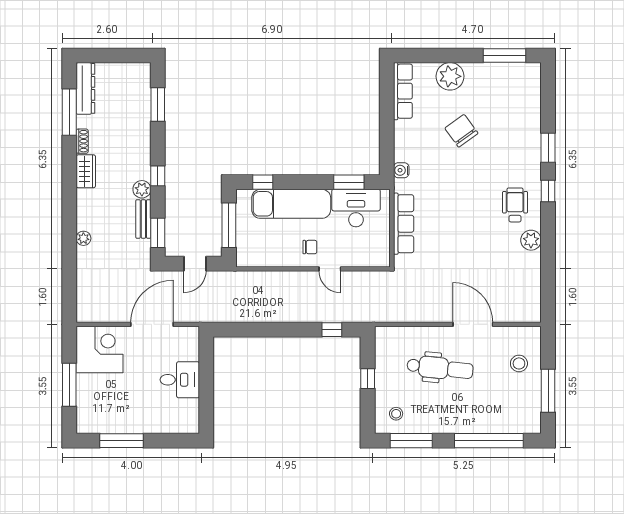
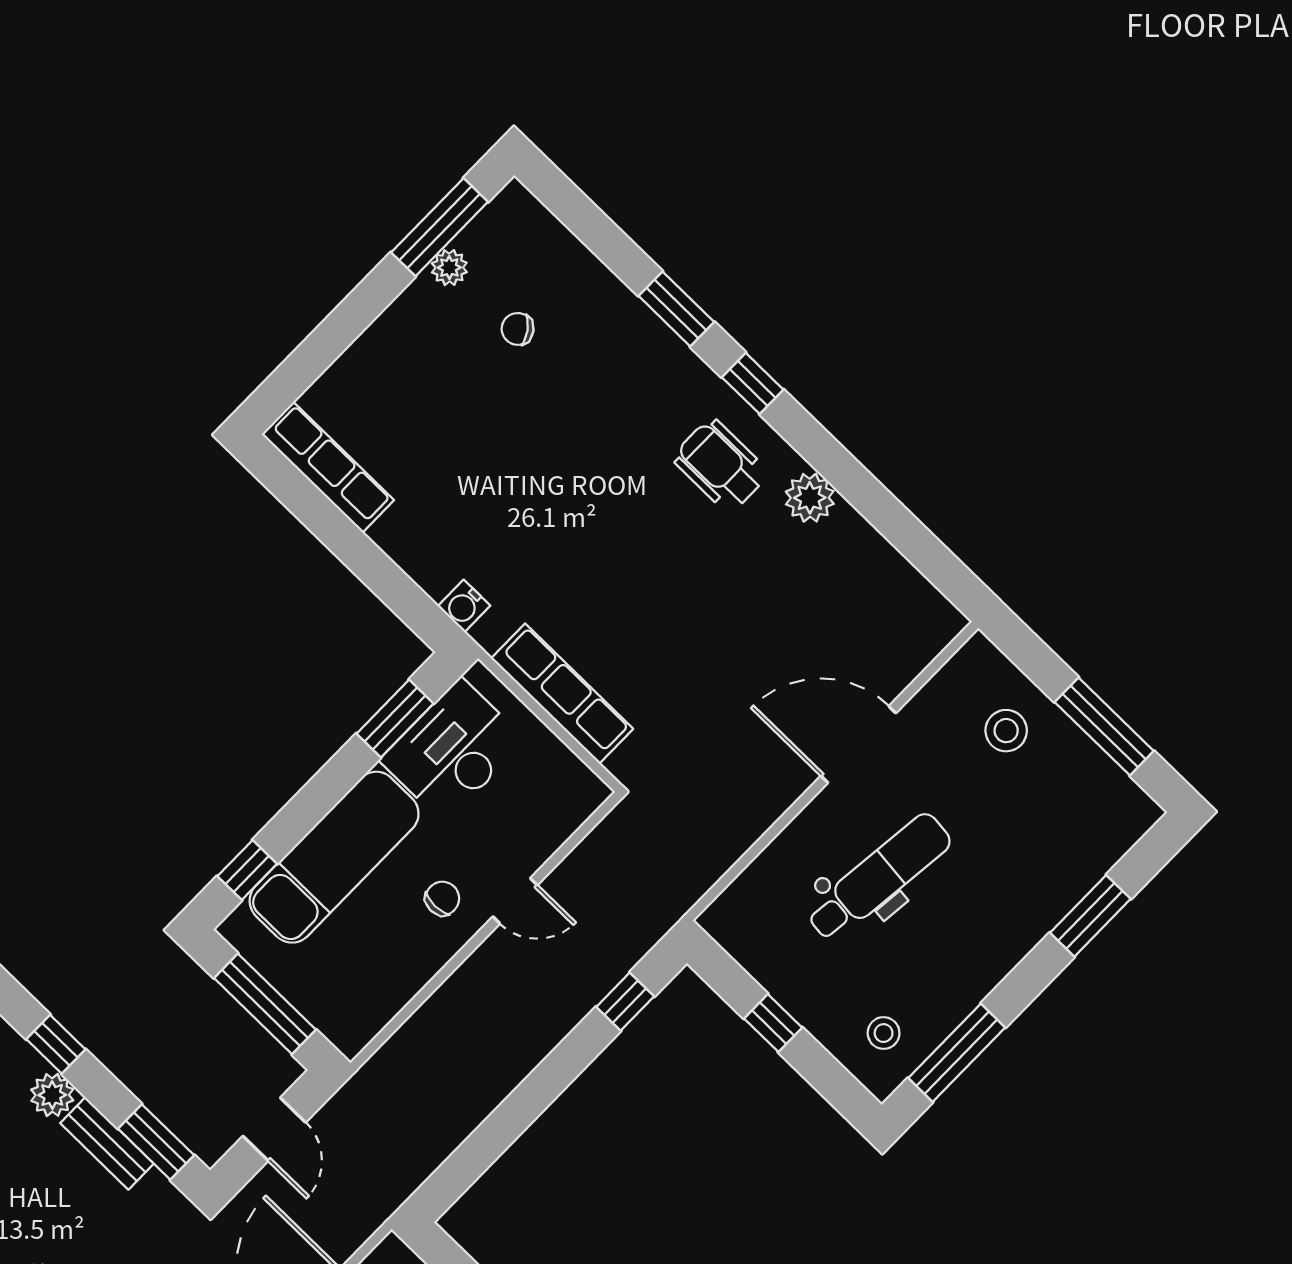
plant: (450, 76) -> (449, 268), moved, width x0.53, depth x0.53
chair: (461, 131) -> (518, 329), moved, width x0.54, depth x0.54
window: (489, 441) -> (1090, 916), width x0.47

